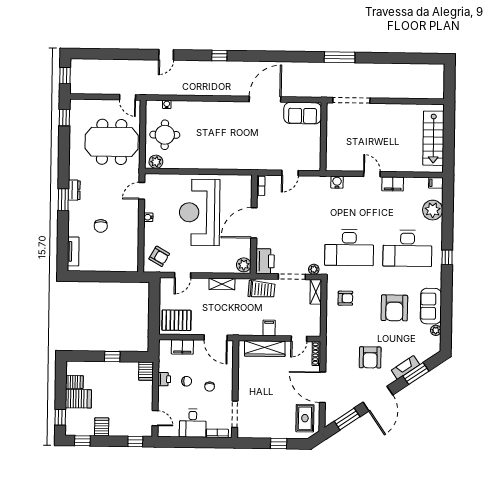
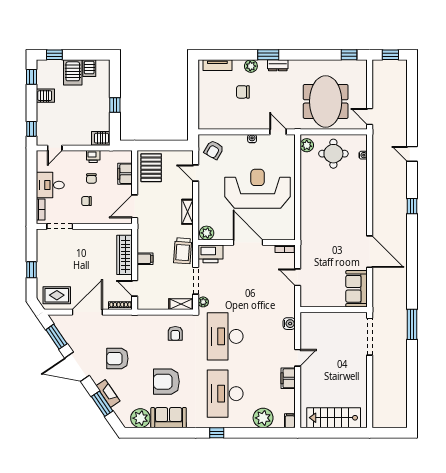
door: (128, 97) -> (370, 116), hinge flipped
plant: (75, 217) -> (251, 66), added
plant: (436, 330) -> (140, 418), width x1.88, depth x1.88

